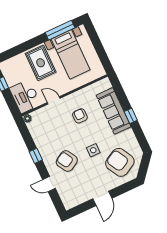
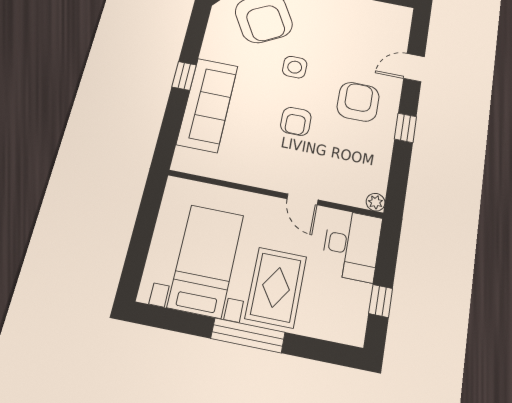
window: (60, 30) -> (248, 335), moved
armchair: (80, 116) -> (296, 121), moved
armchair: (67, 161) -> (358, 102), moved, turned -150
door: (49, 184) -> (414, 67), swing flipped

